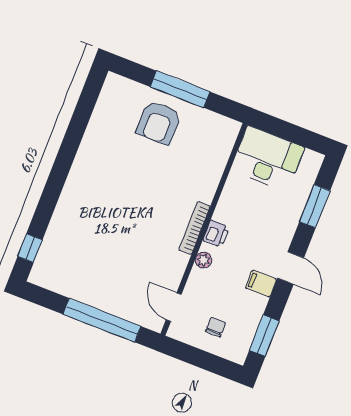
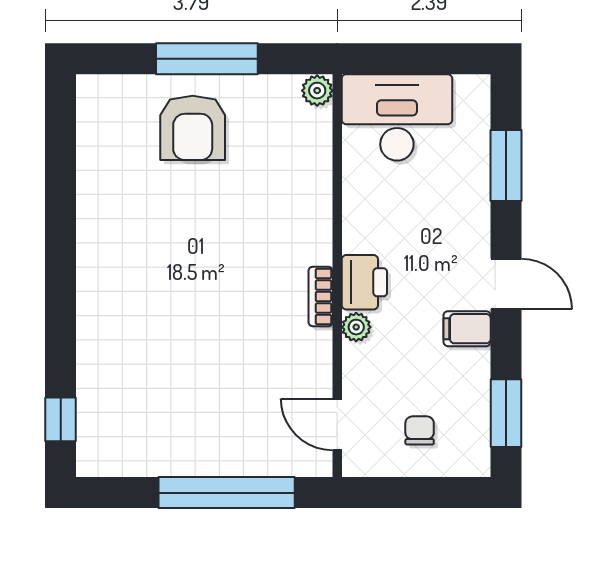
plant: (231, 128) -> (317, 91), added
bookcase: (195, 228) -> (321, 297), width x0.64
printer: (216, 234) -> (364, 282), width x1.36, depth x1.24

